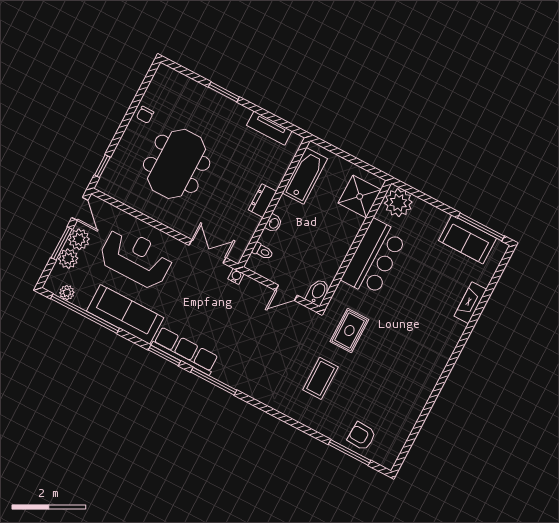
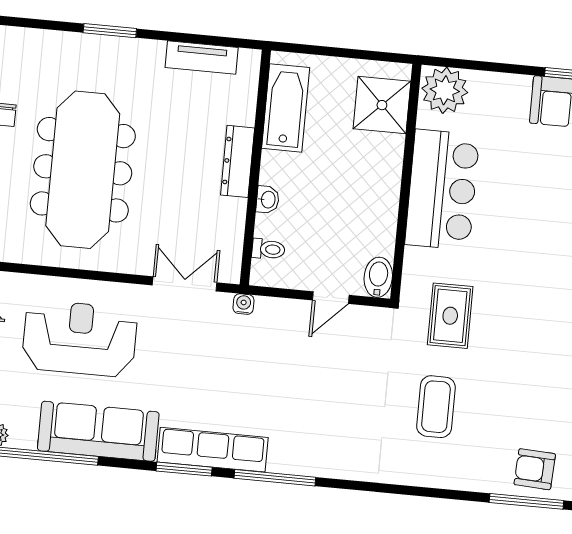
meeting table: (177, 164) -> (83, 170), width x1.36
dresser: (262, 201) -> (238, 161), width x1.44

